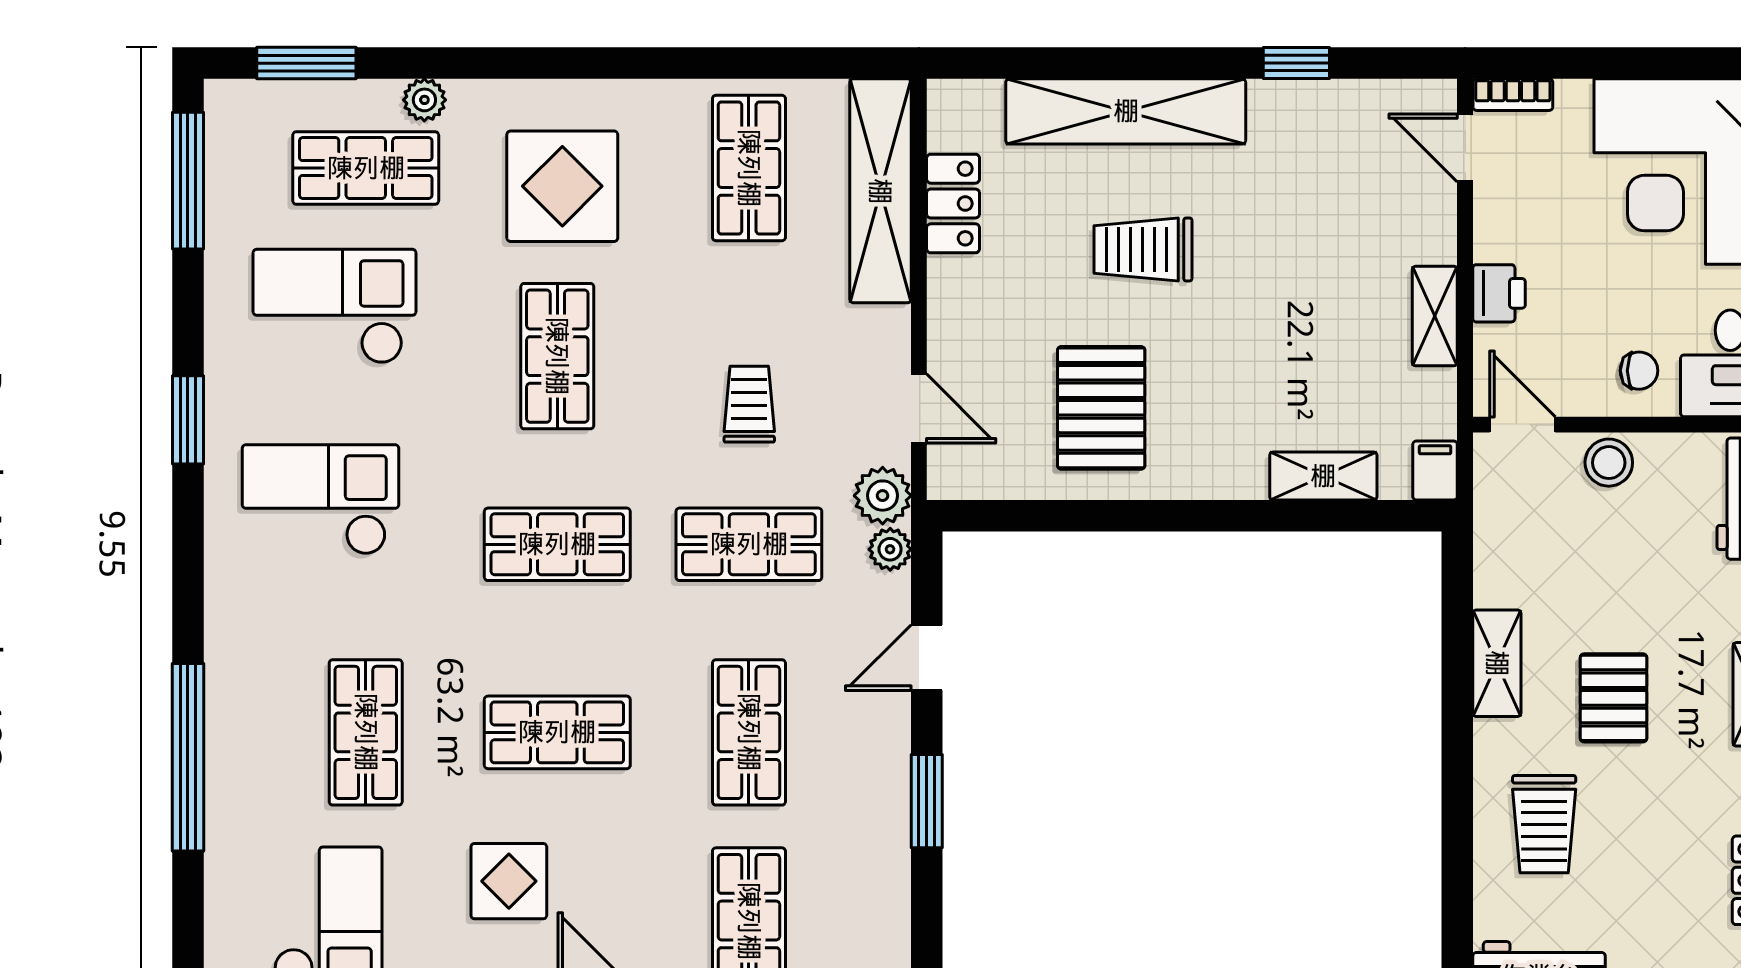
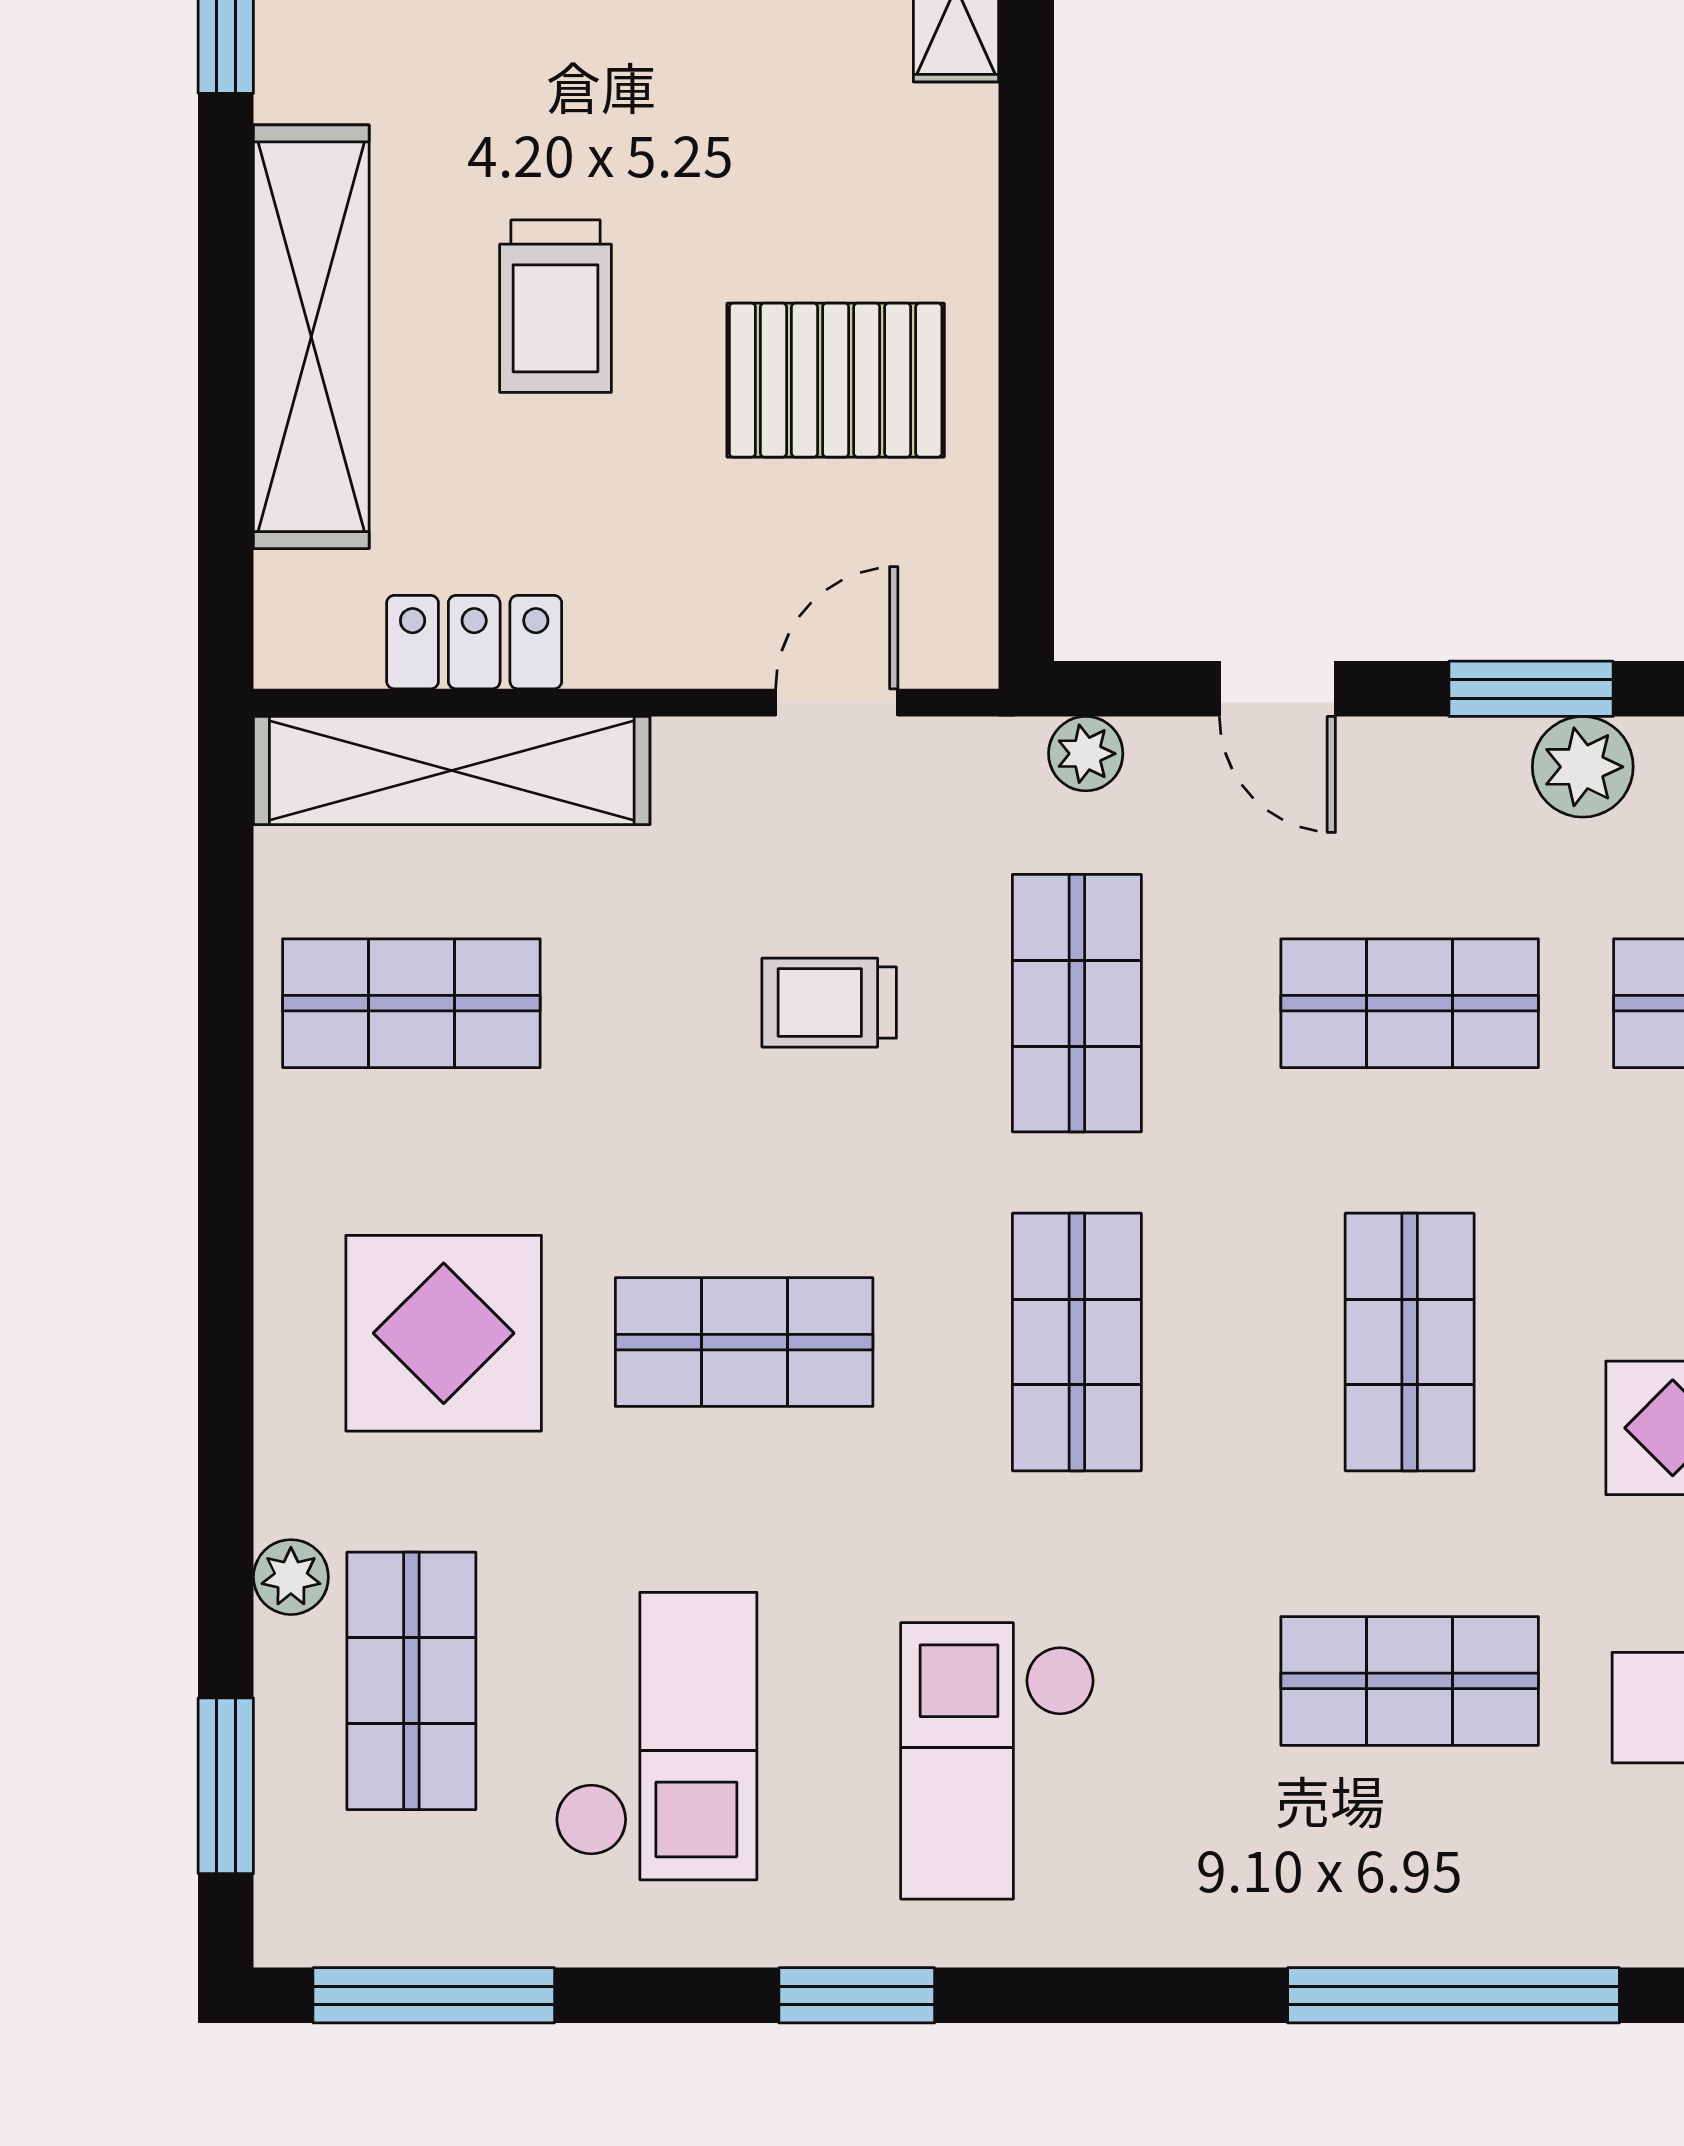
checkout: (335, 306) -> (656, 1736), turned 180
plant: (883, 496) -> (1583, 767), moved

